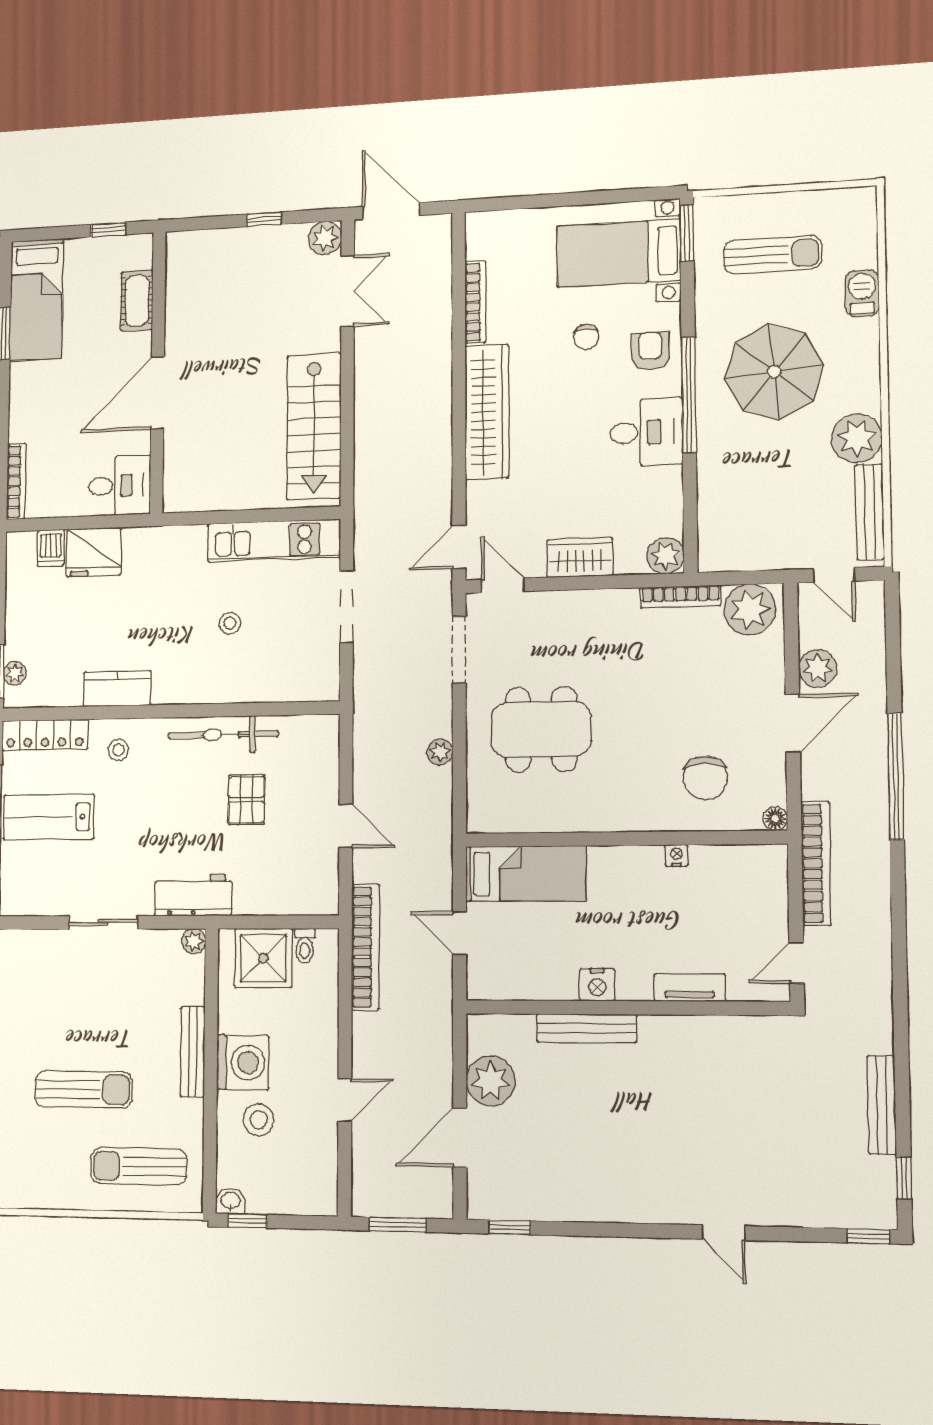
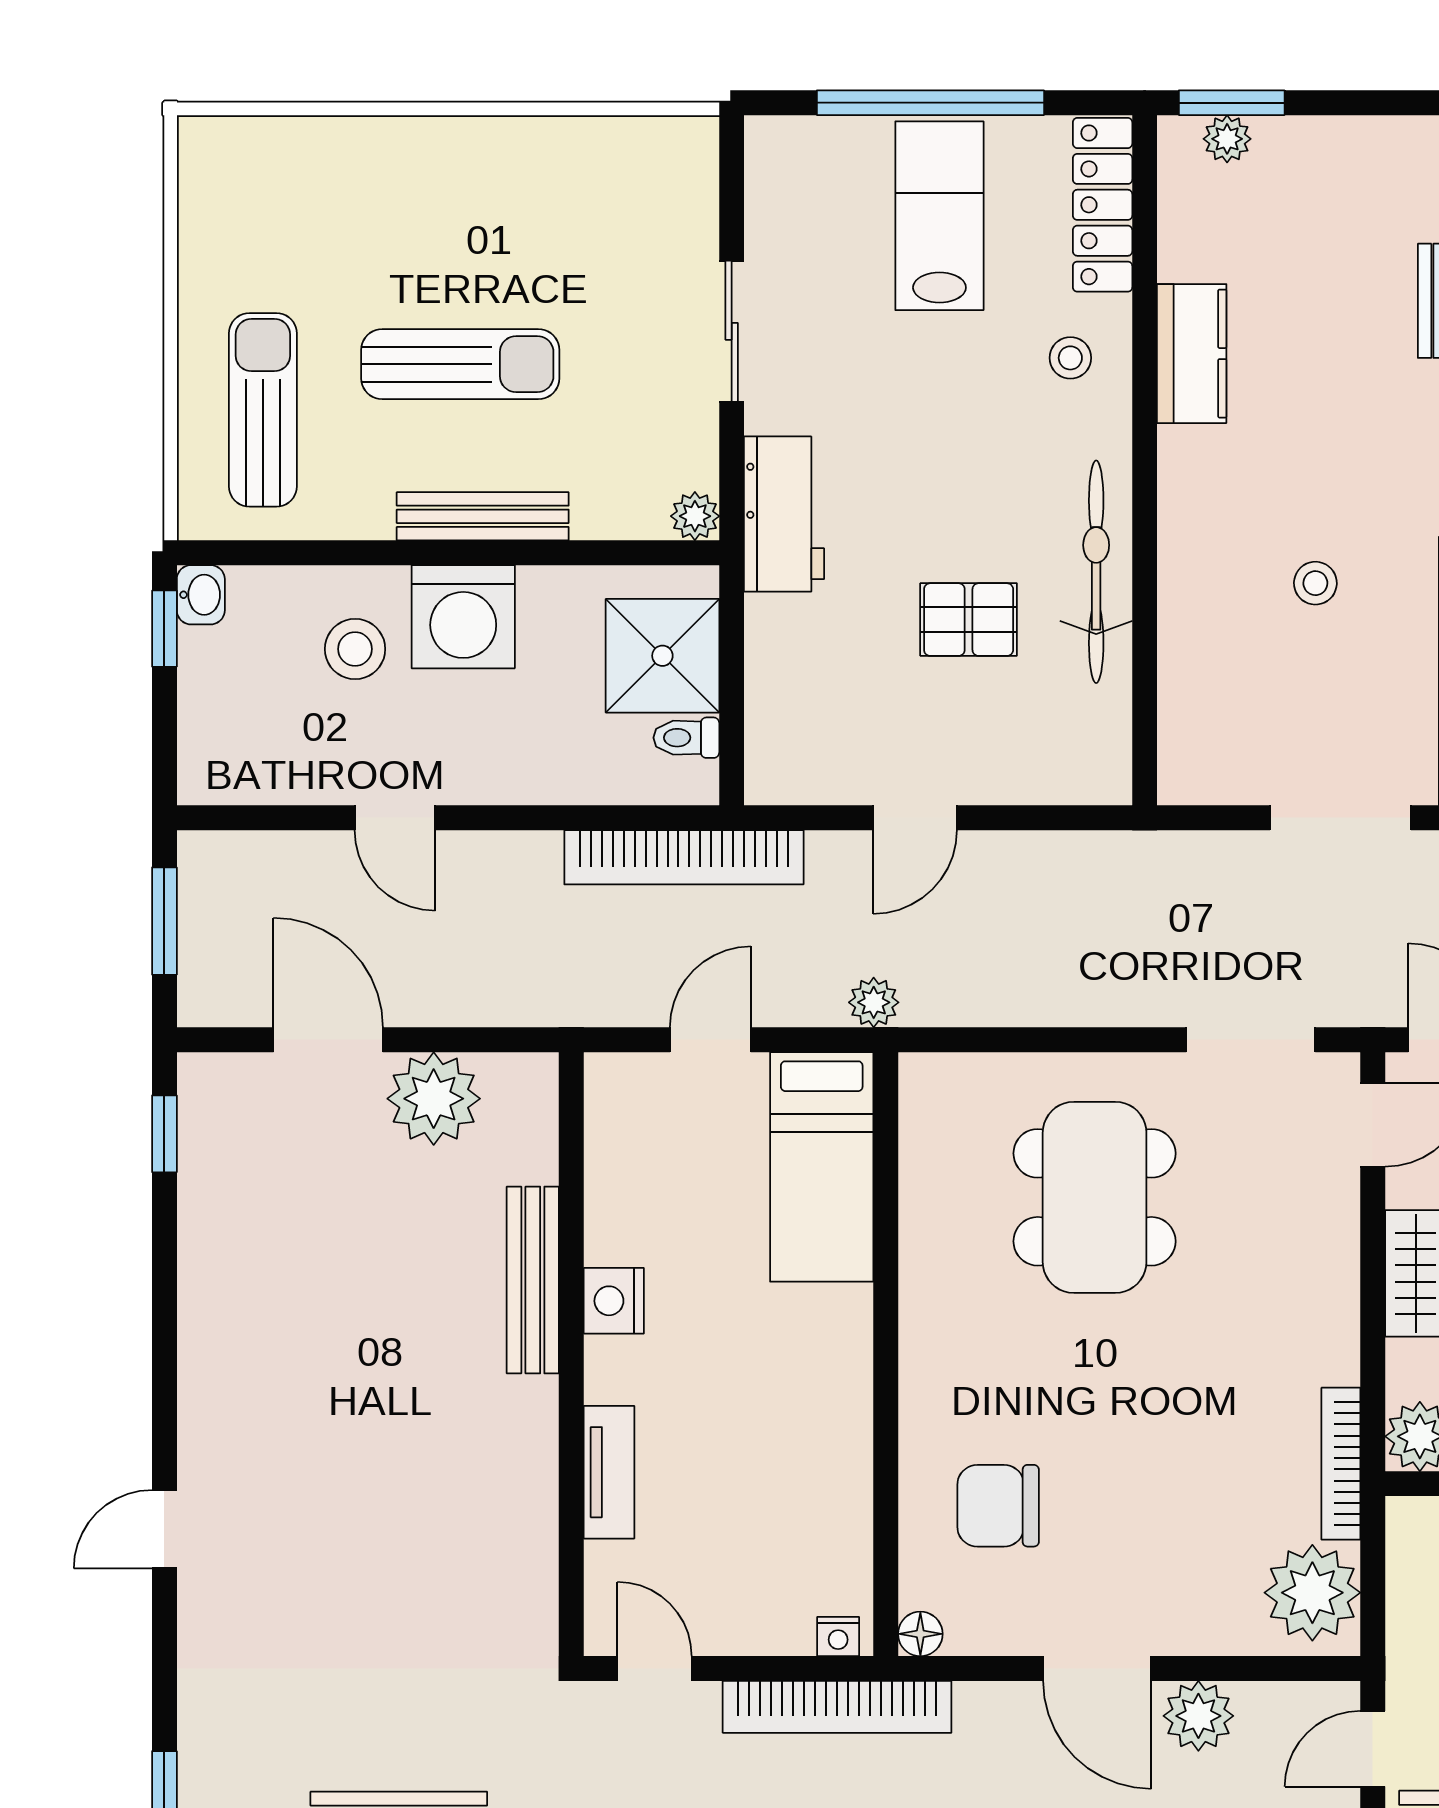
plant: (440, 752) -> (874, 1002), moved
nightstand: (676, 855) -> (838, 1636), moved, turned 90
sun lounger: (84, 1089) -> (460, 364), moved, turned -90

